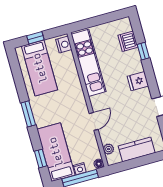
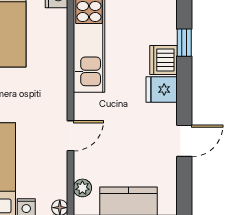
dishwasher: (128, 41) -> (163, 60), moved

